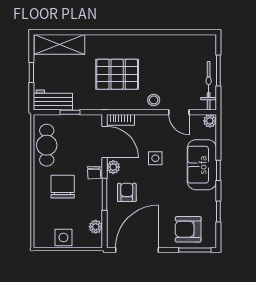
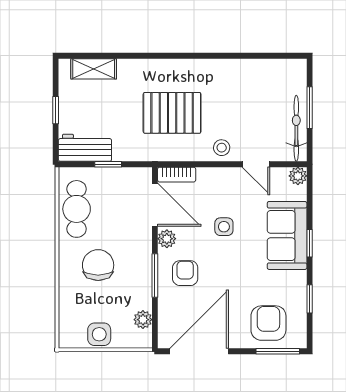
shelving: (59, 44) -> (94, 69), width x0.67, depth x0.75
chair: (94, 173) -> (141, 246), removed
armchair: (188, 229) -> (268, 323), turned 90

